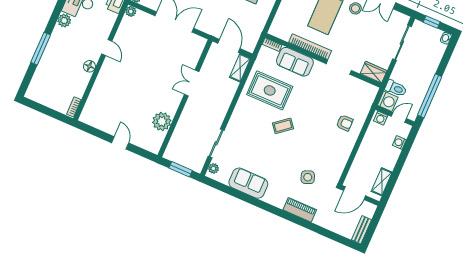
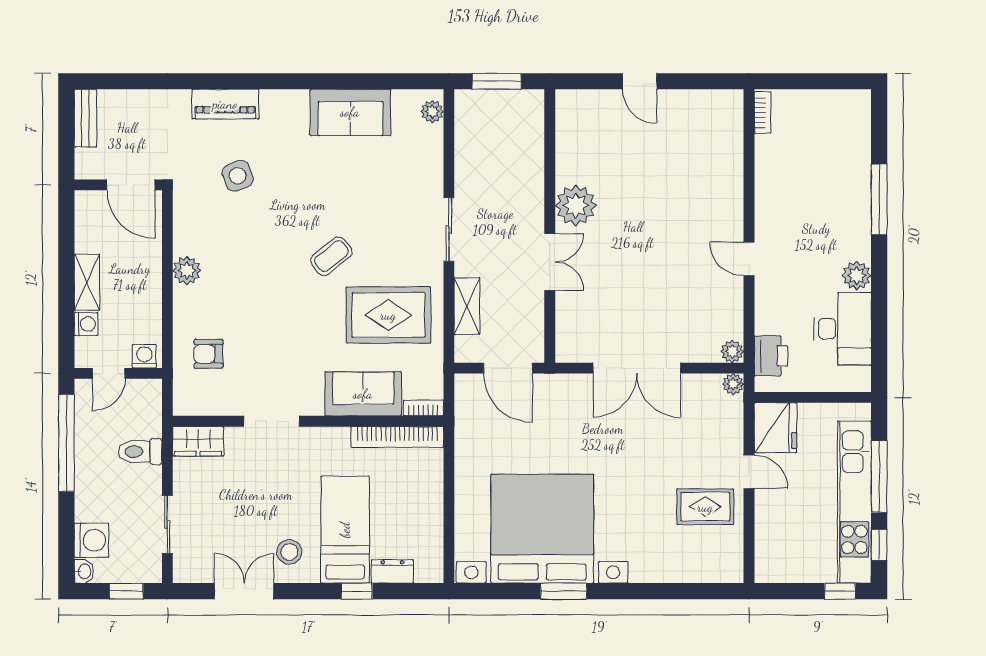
sliding door: (402, 43) -> (167, 524), width x0.73
bookcase: (310, 47) -> (397, 437), moved
floor lamp: (89, 66) -> (767, 207), removed
shelving: (240, 68) -> (467, 306), moved
toilet: (396, 88) -> (140, 452), moved
washing machine: (388, 101) -> (92, 540), moved, turned 180
plant: (162, 121) -> (576, 205), moved
armchair: (345, 123) -> (208, 354), moved
sliding door: (216, 143) -> (449, 230), moved
plant: (347, 147) -> (187, 271), added
shelving: (382, 182) -> (87, 282), moved
door: (355, 193) -> (131, 185), swing flipped

